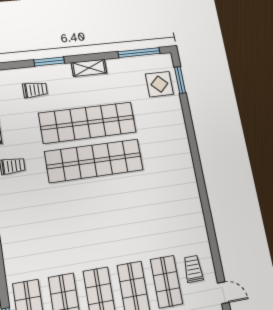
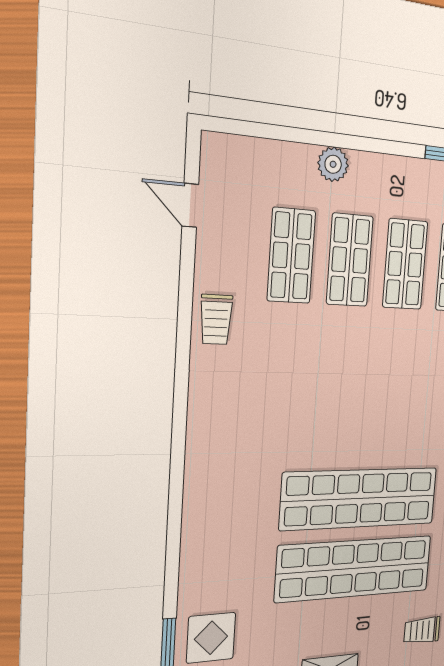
trolley: (193, 269) -> (216, 319), moved

